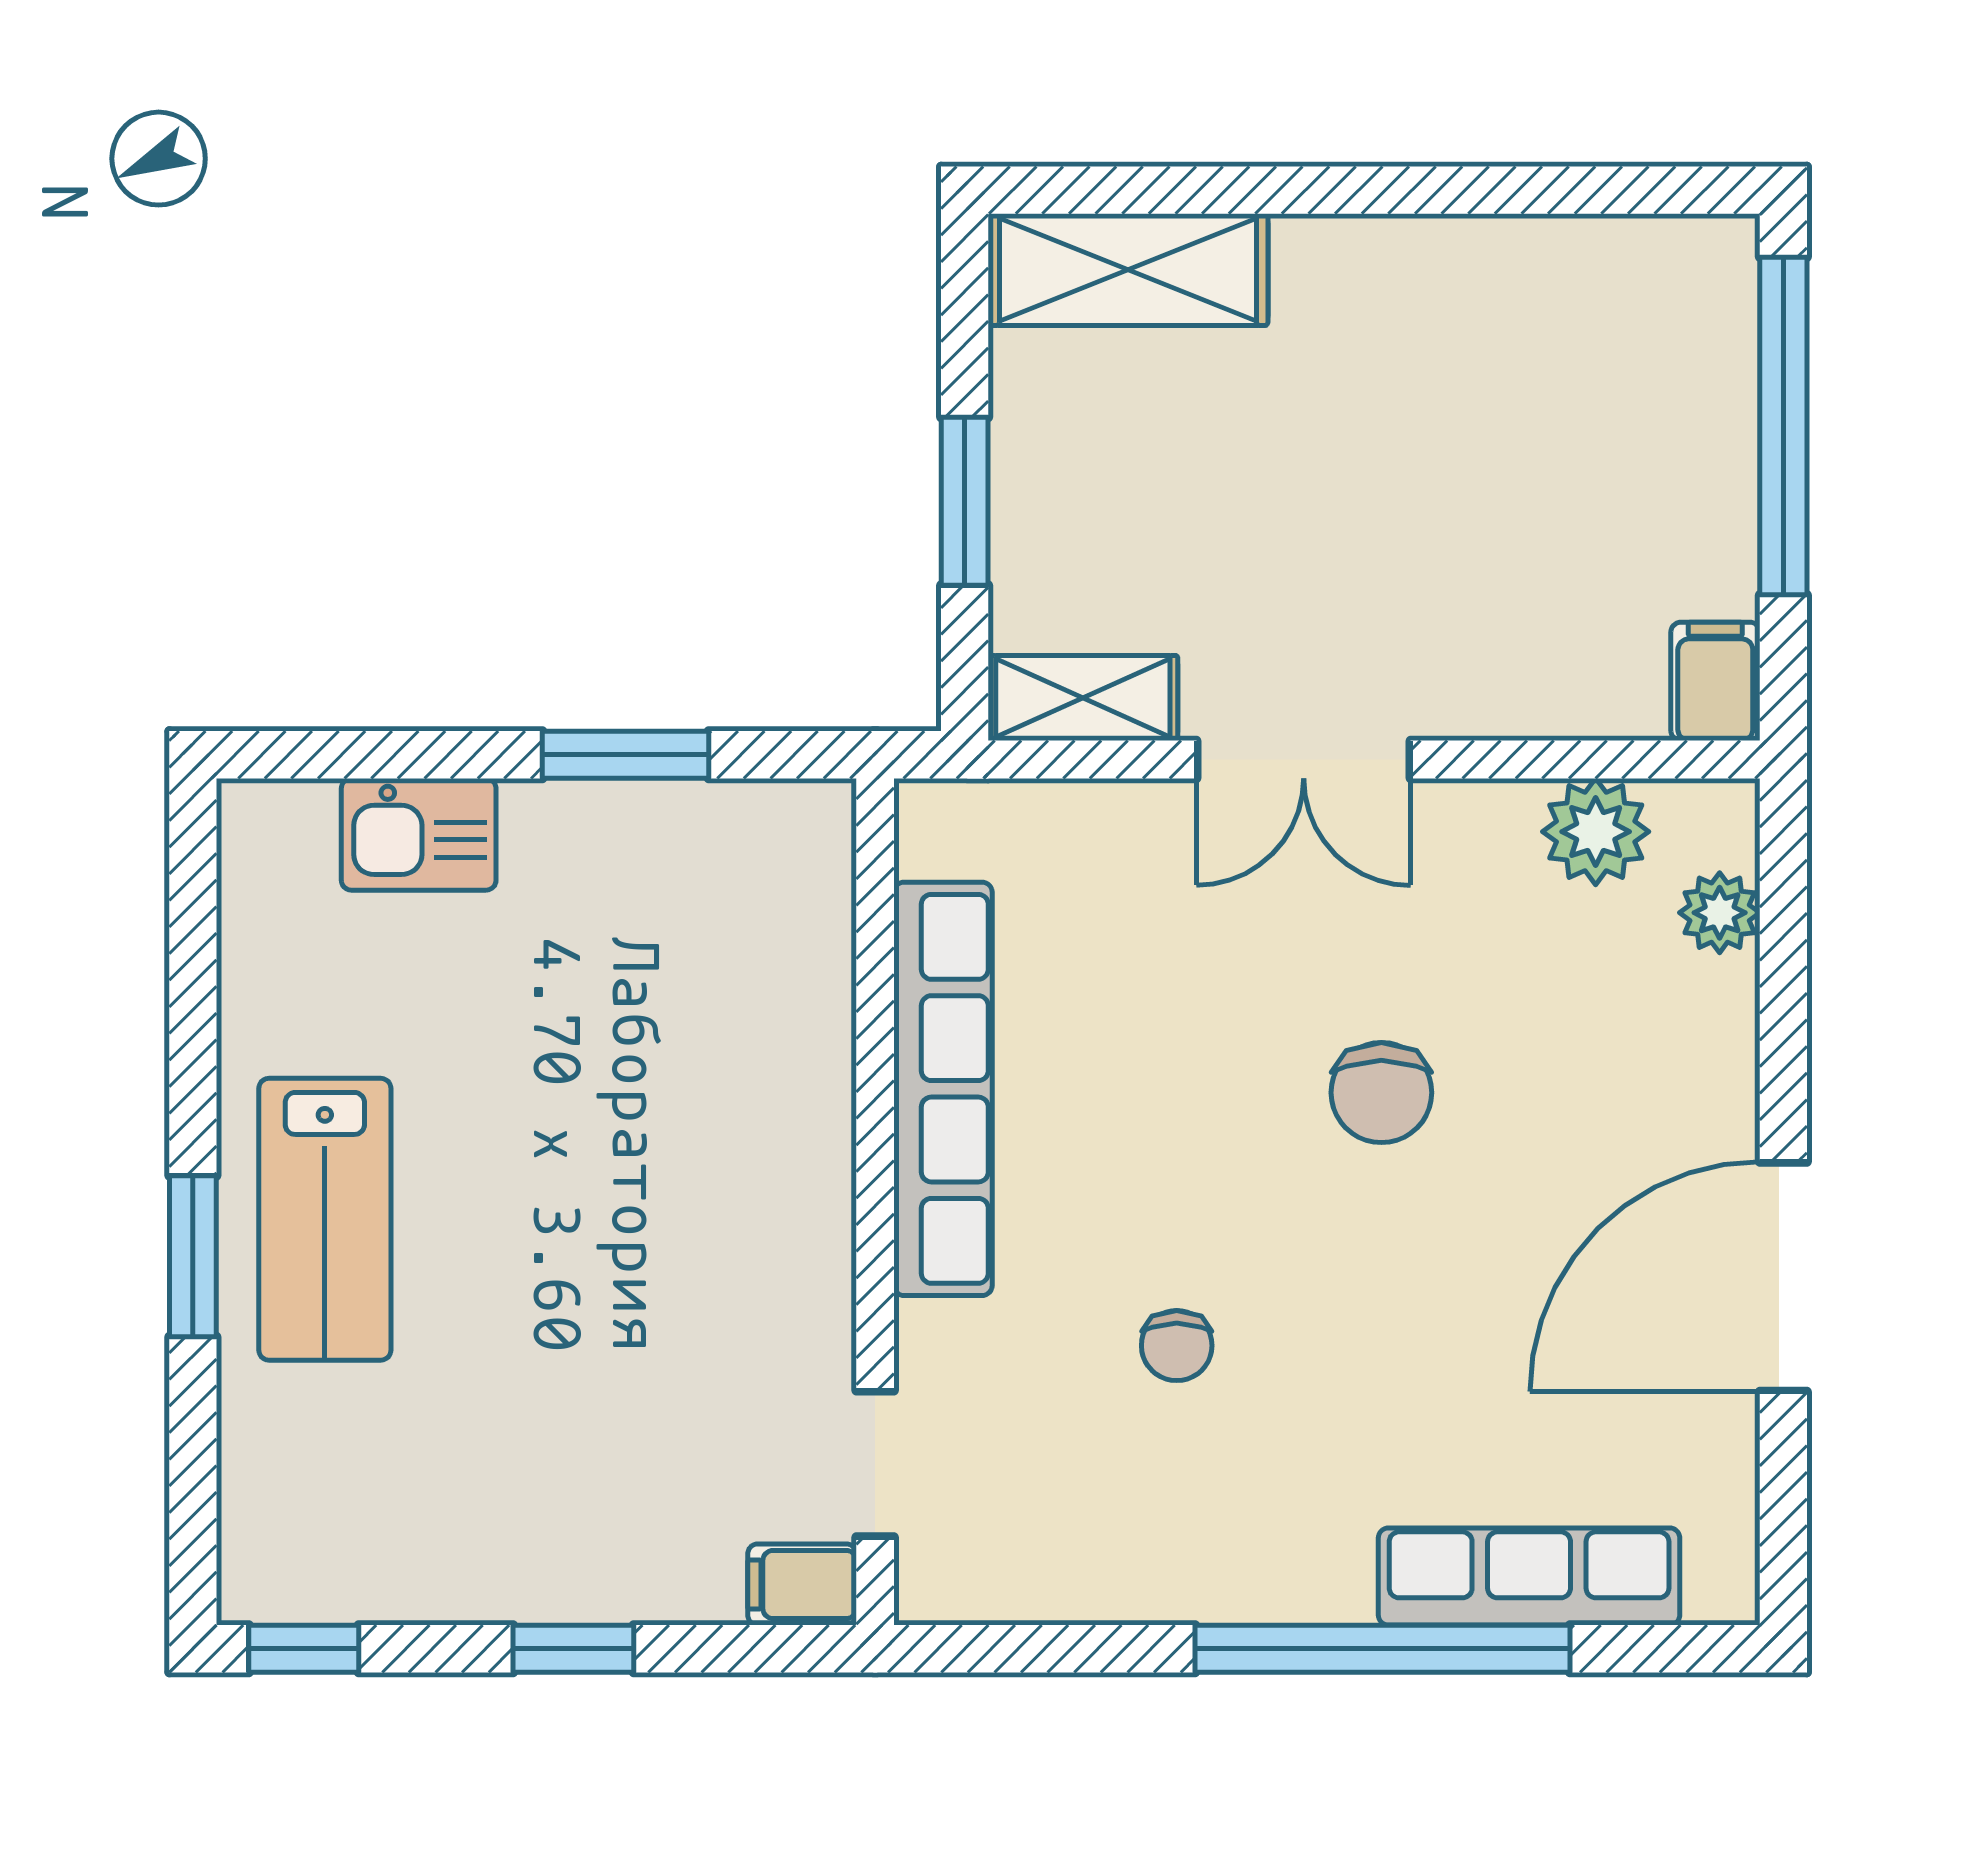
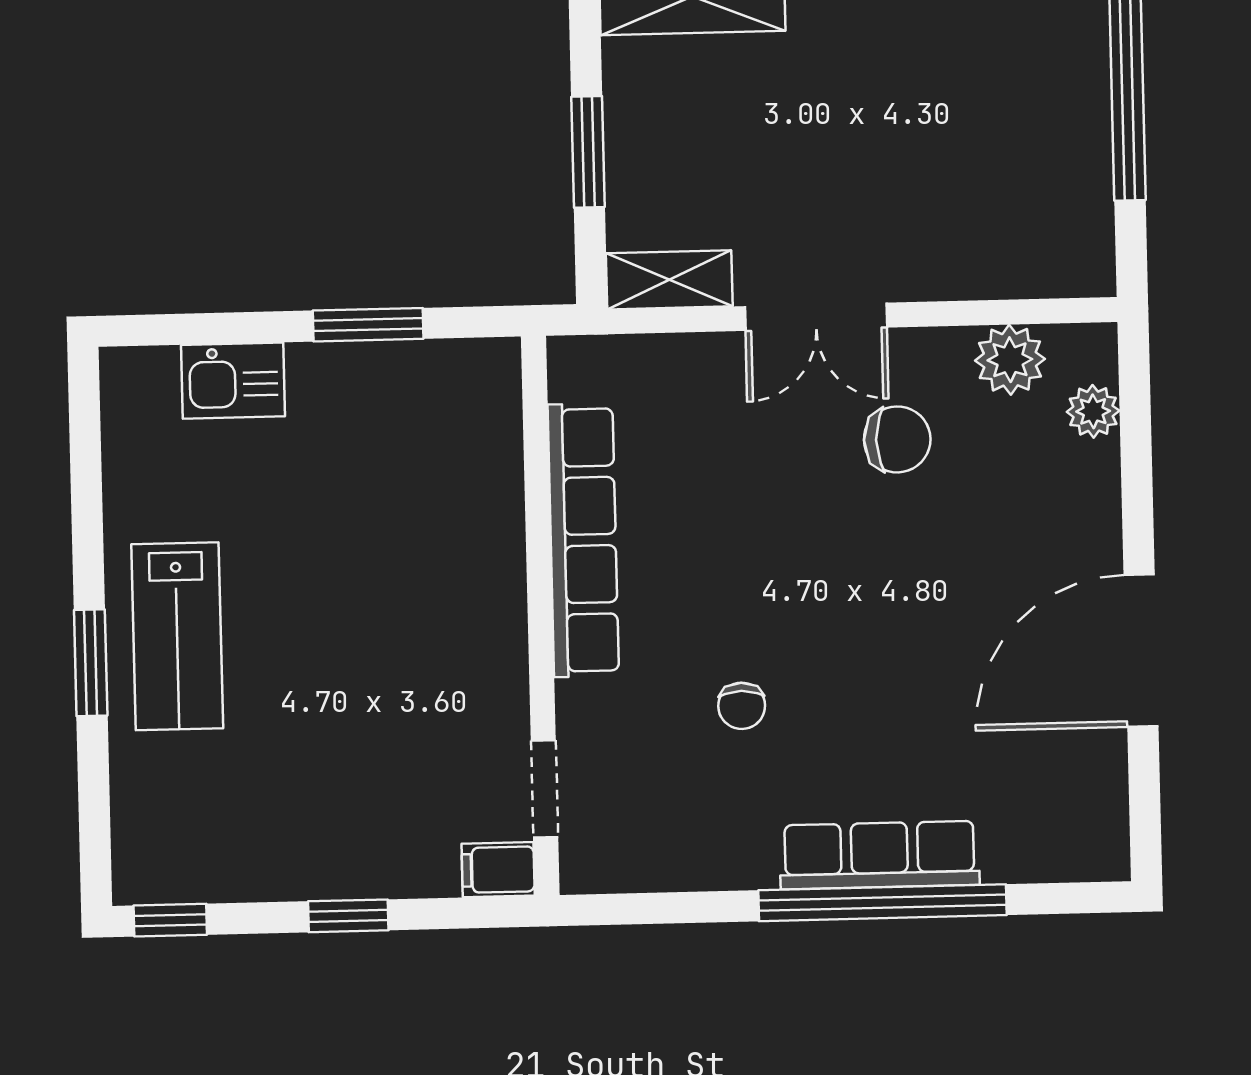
filing cabinet: (1715, 681) -> (1087, 259), removed
chair: (1381, 1093) -> (897, 439), moved, turned -90
row of seats: (1529, 1576) -> (879, 855), moved

